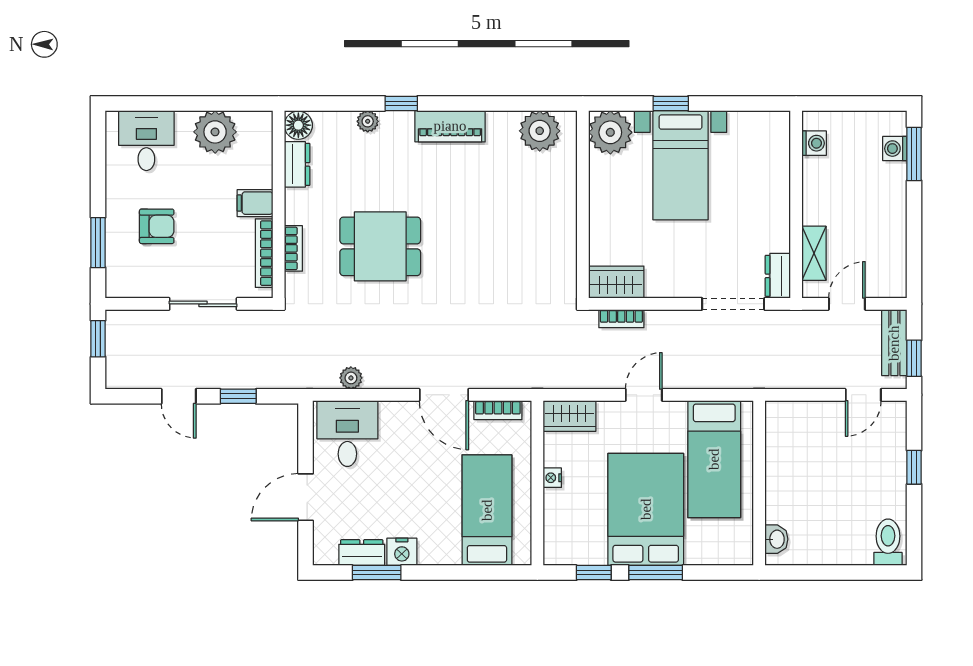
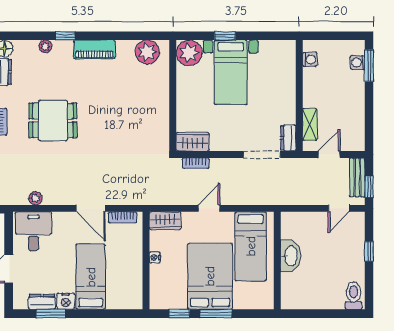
bed: (487, 510) -> (91, 277), moved
washbasin: (776, 539) -> (291, 256), moved, width x1.91, depth x1.45

